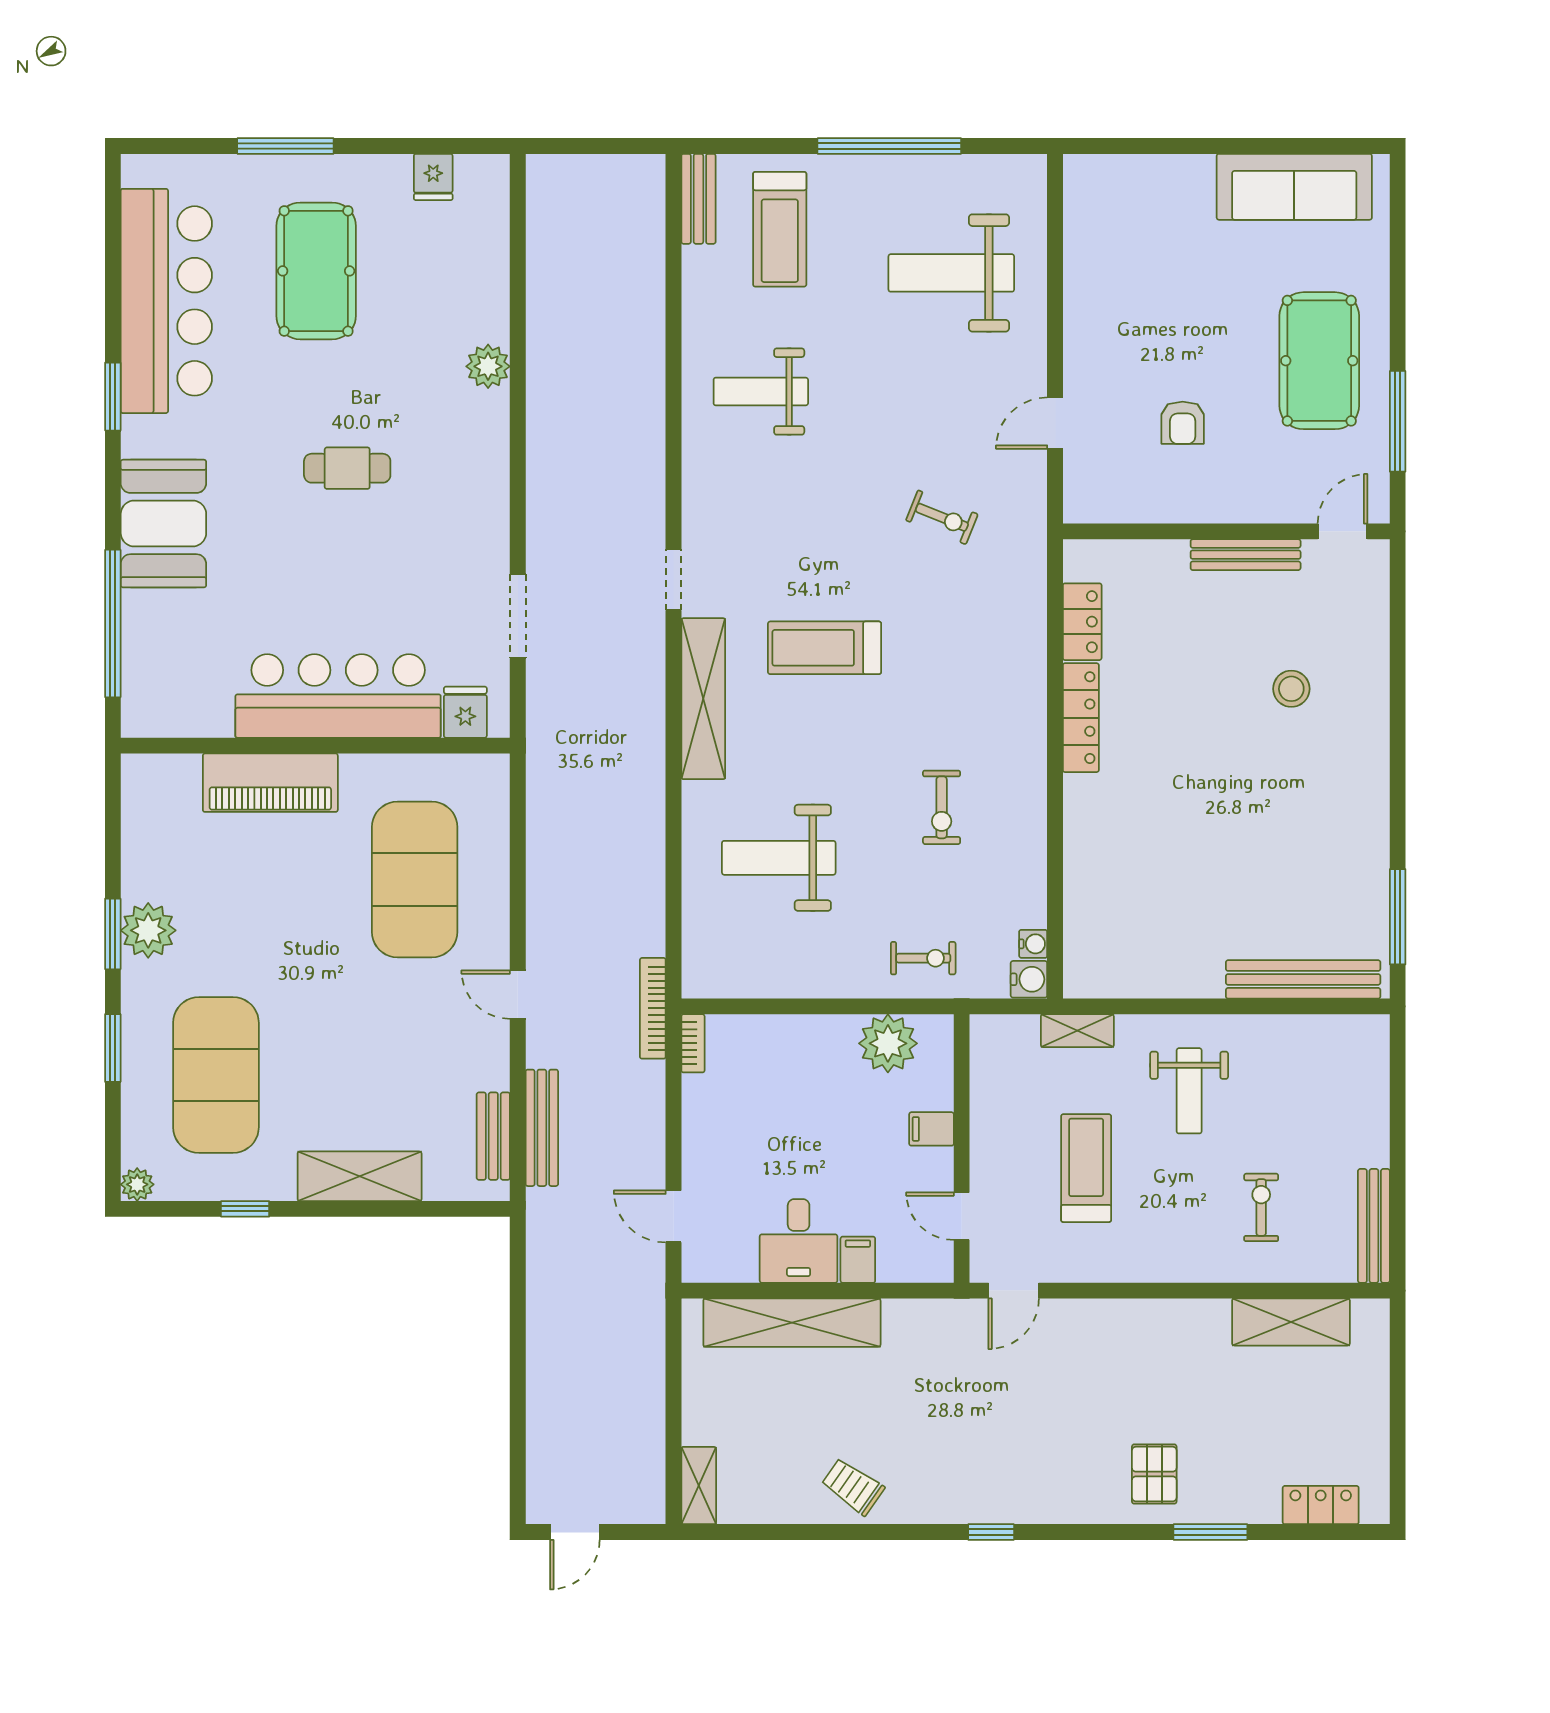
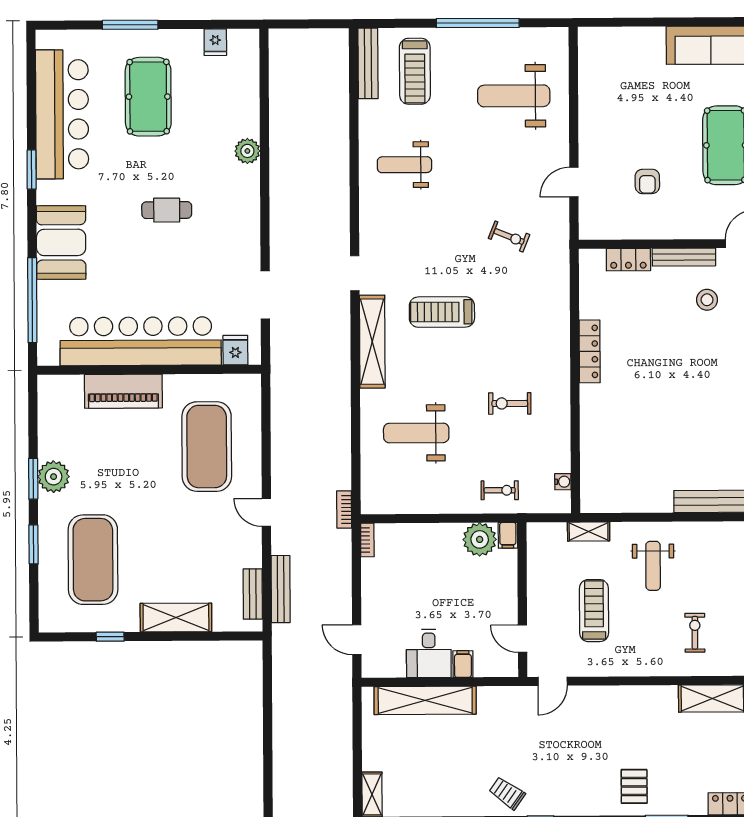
bench: (698, 199) -> (368, 63), width x1.36
locker: (1082, 622) -> (628, 260), moved, turned 90
stool: (1291, 689) -> (707, 300), moved
bar counter: (338, 696) -> (141, 341), width x1.36
exercise bike: (942, 807) -> (510, 403), turned 90
water cooler: (1029, 979) -> (561, 502), removed
bookcase: (653, 1008) -> (344, 509), width x0.64
filing cabinet: (931, 1129) -> (508, 535), moved, turned -90
plant: (137, 1184) -> (48, 623), removed
trolley: (853, 1487) -> (507, 793), moved

